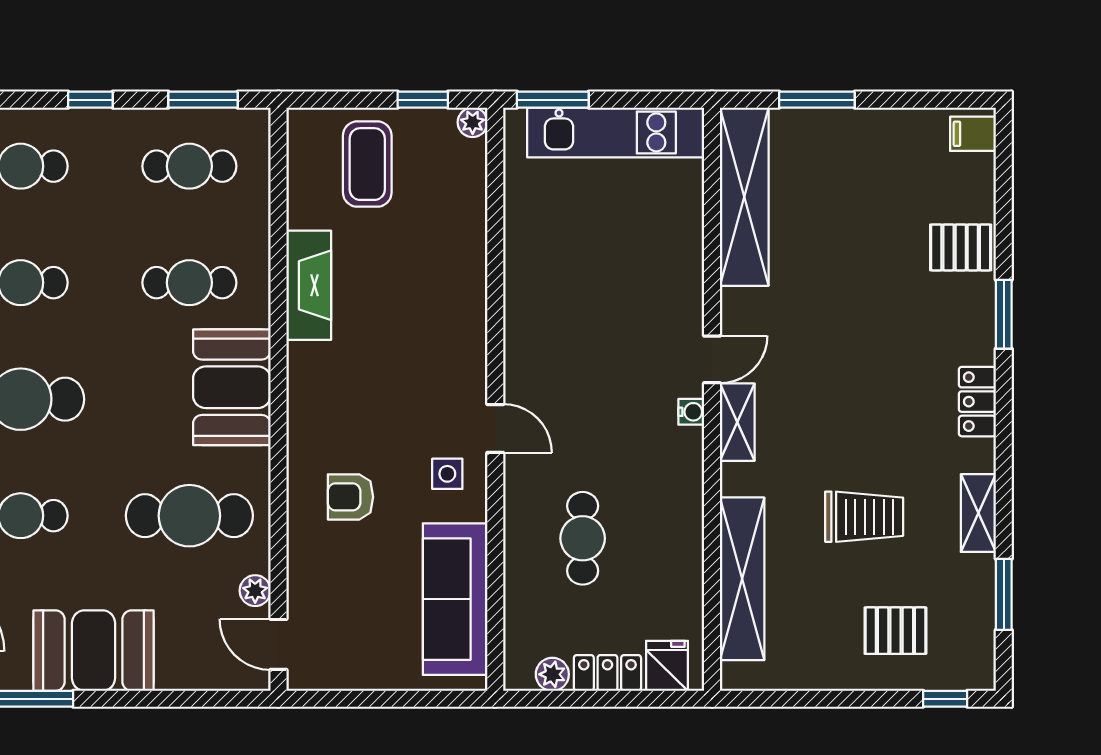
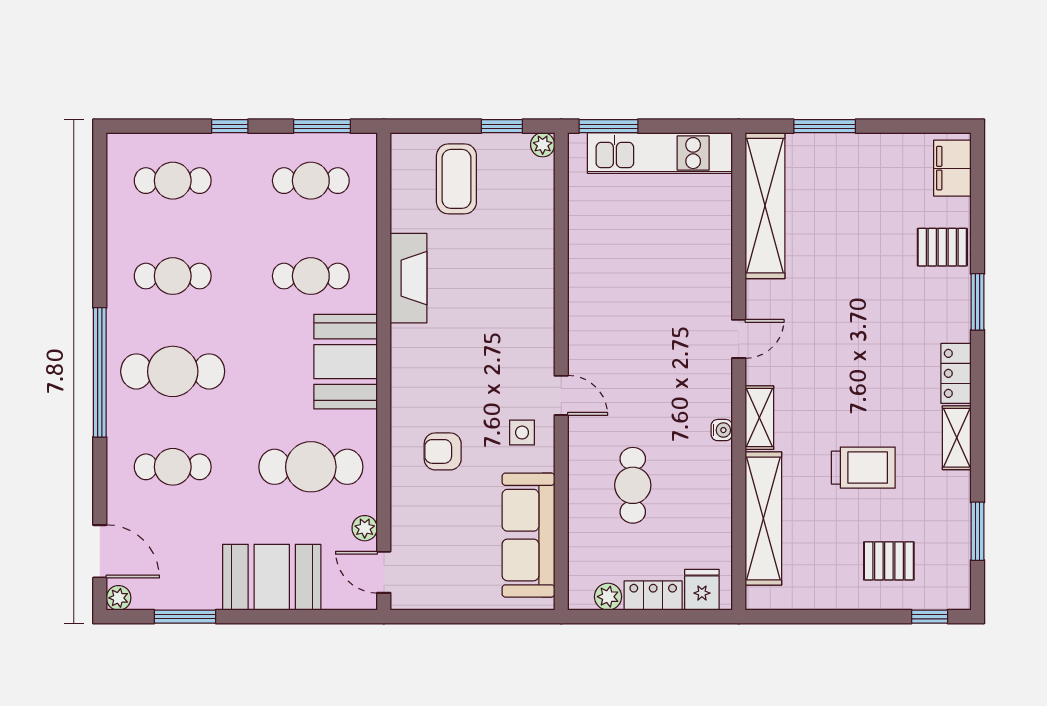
filing cabinet: (973, 134) -> (952, 168), width x2.00
water cooler: (691, 412) -> (722, 430), moved
shelving: (737, 422) -> (759, 418), moved
shelving: (978, 513) -> (957, 438), moved
booth: (93, 651) -> (272, 577), moved

